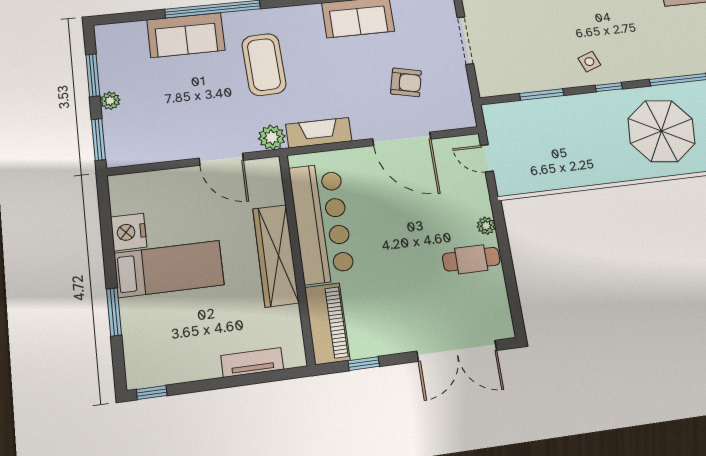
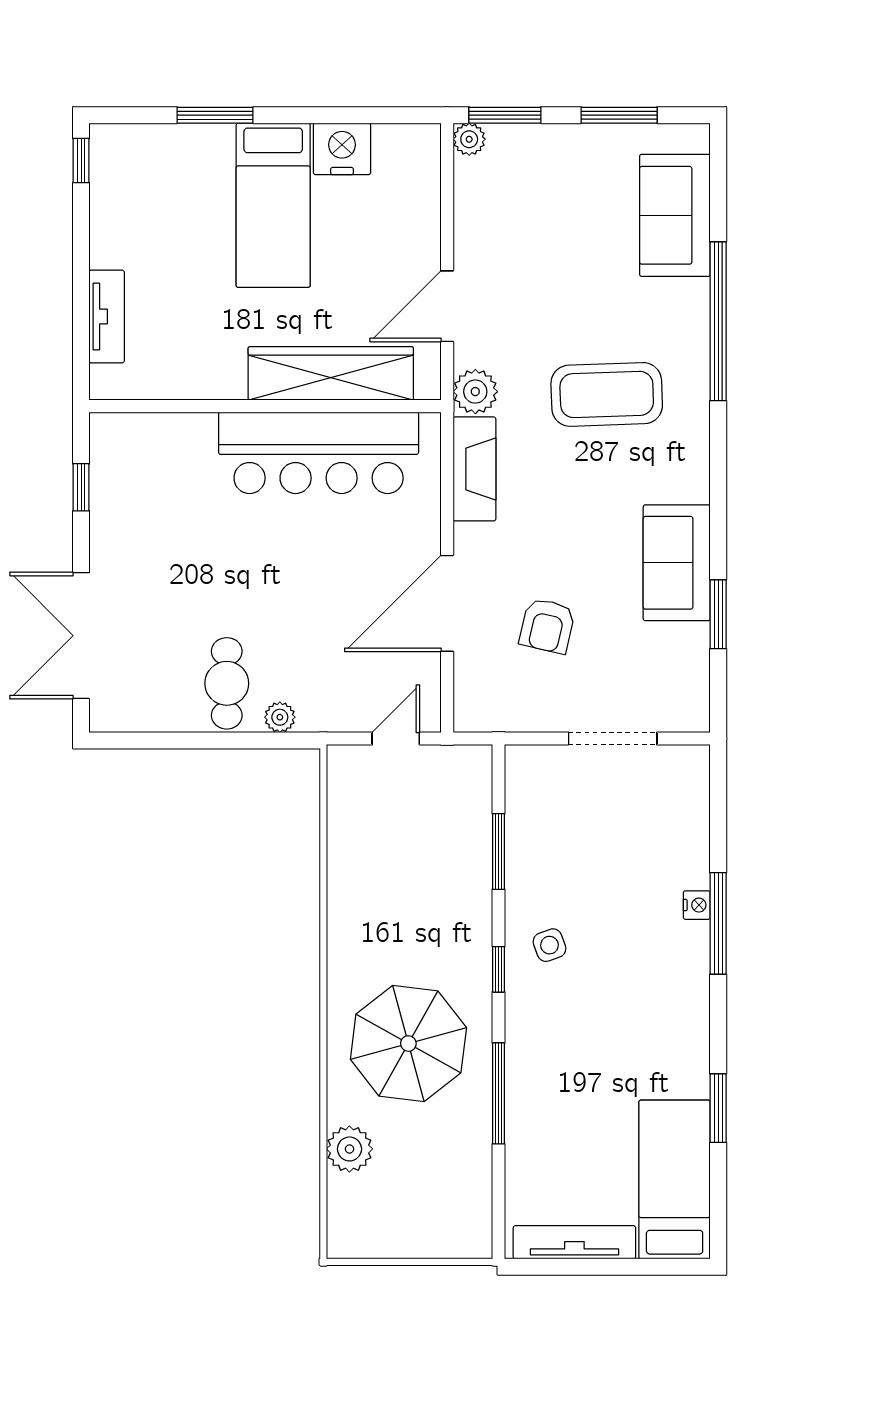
sofa: (186, 35) -> (675, 215), moved
plant: (110, 101) -> (469, 139), moved
wardrobe: (276, 256) -> (331, 373), moved
piano: (327, 324) -> (152, 439), removed

